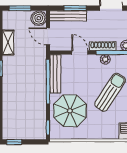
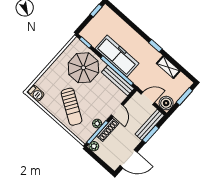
door: (80, 53) -> (117, 110), hinge flipped
freezer: (36, 92) -> (117, 56), added

